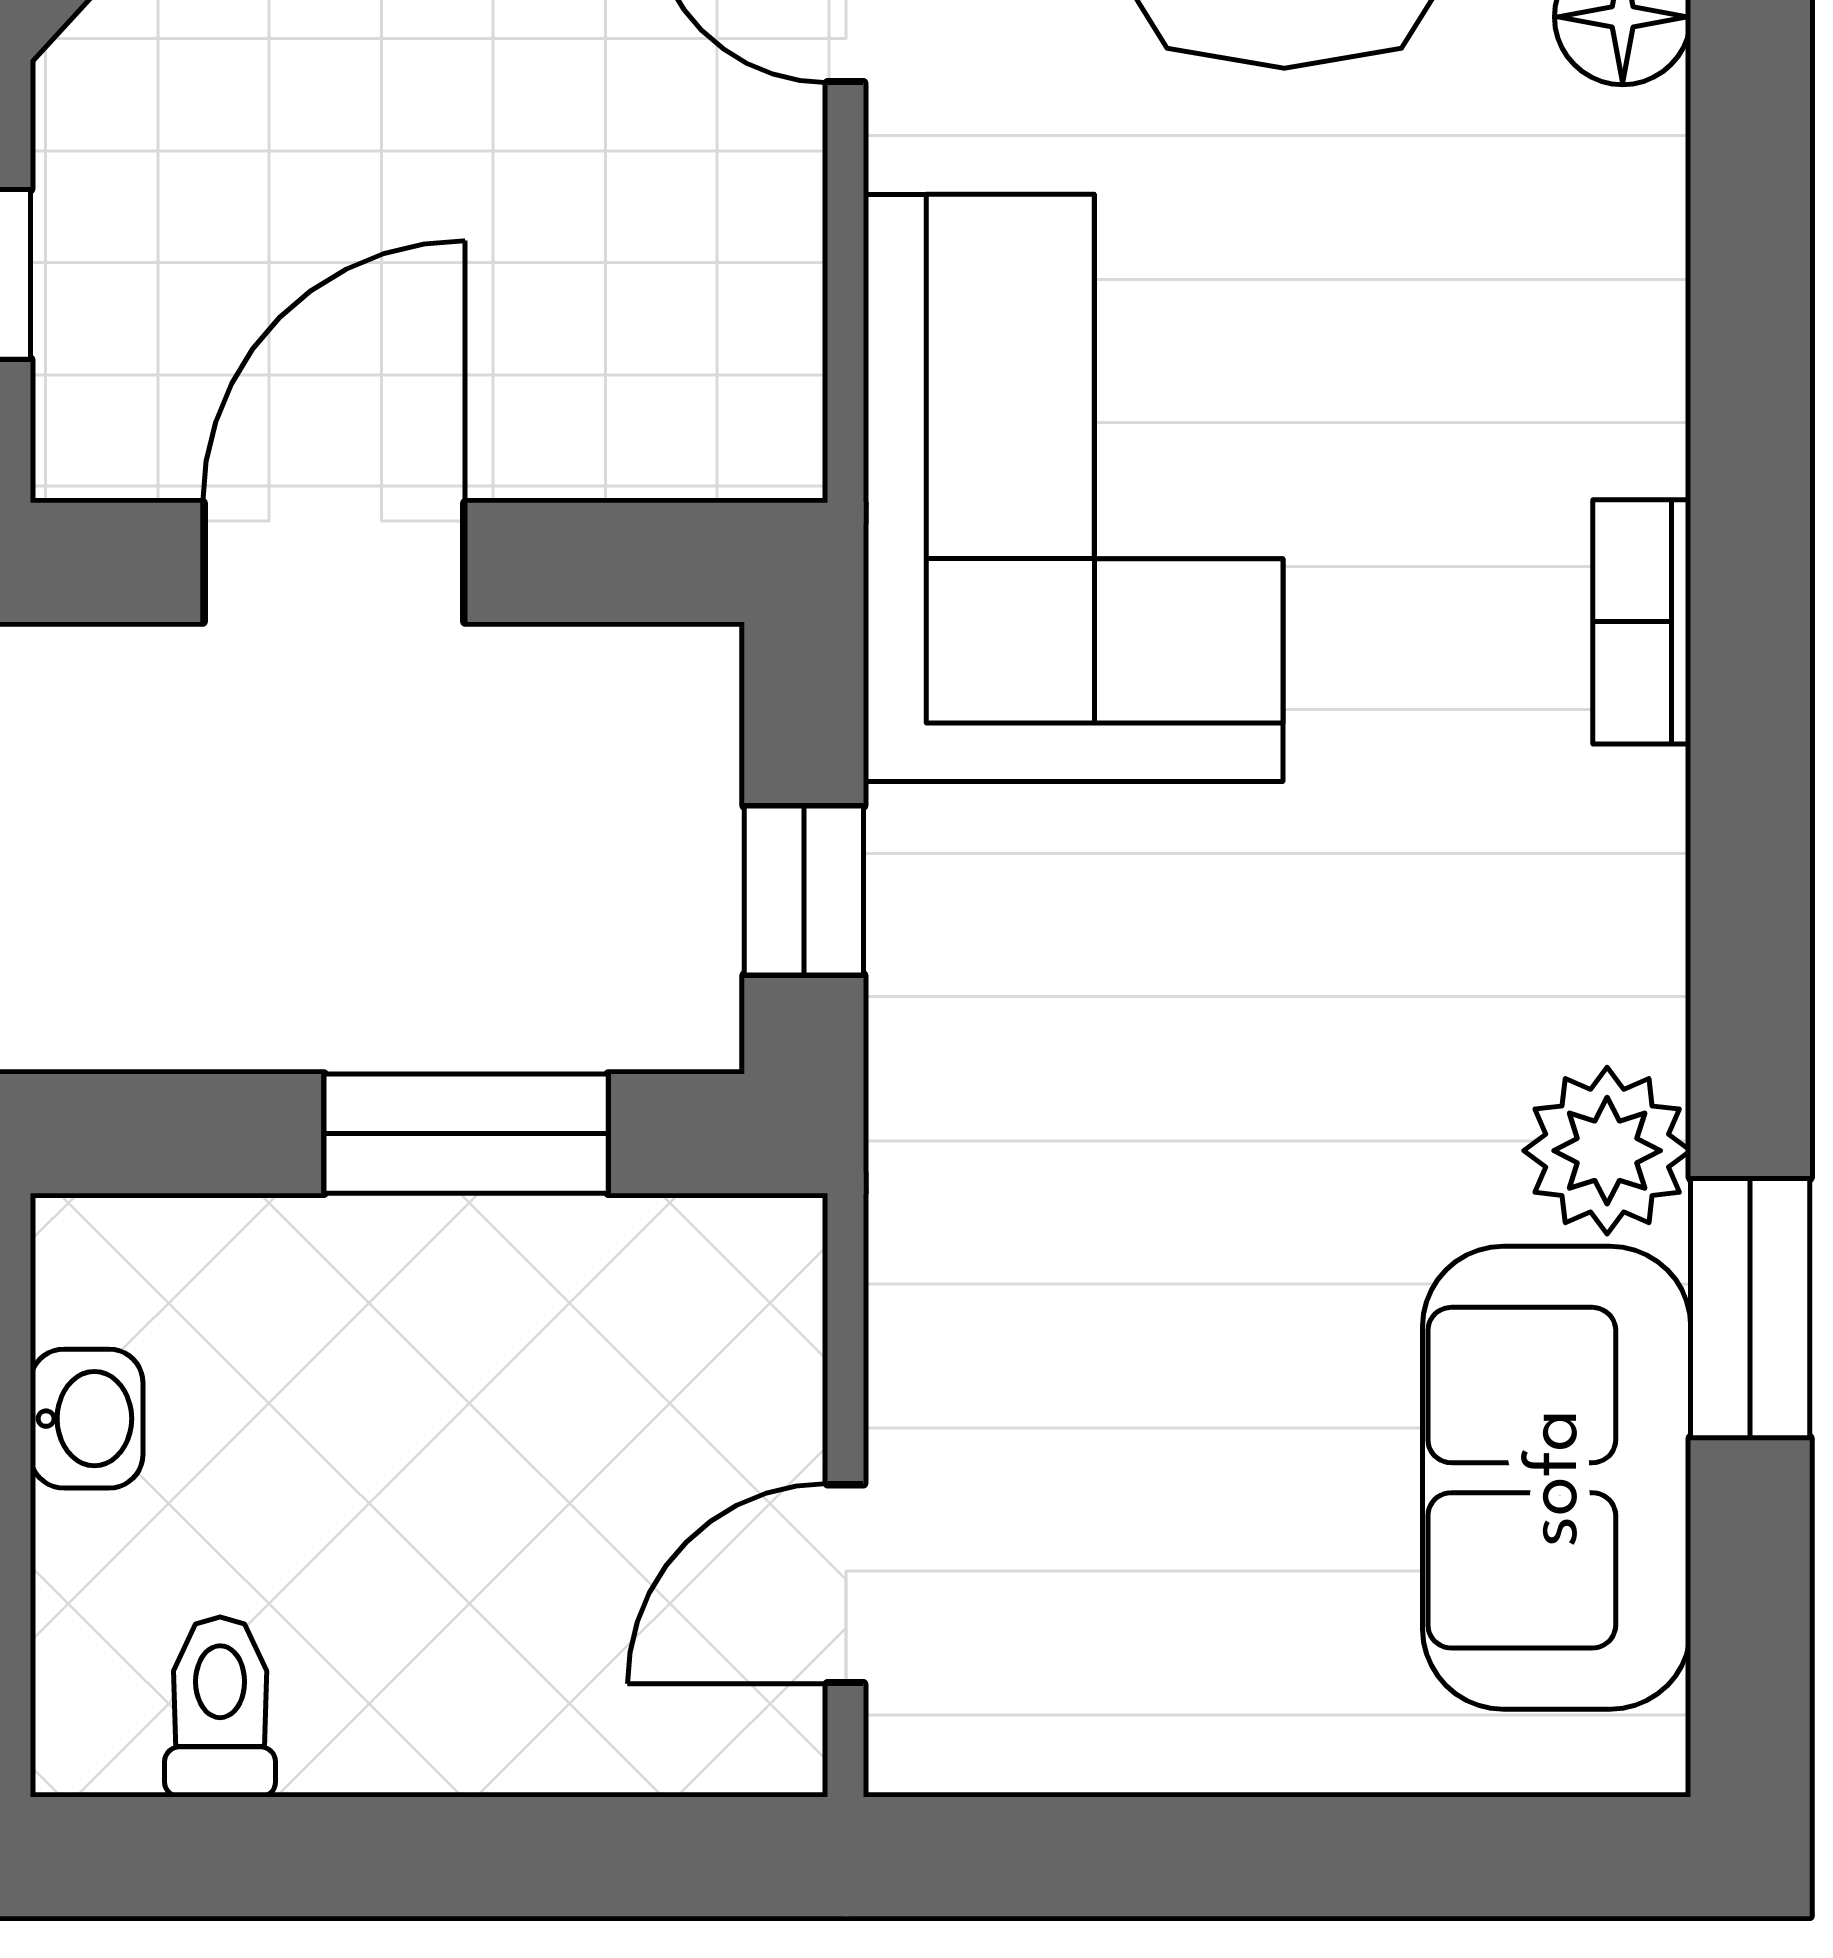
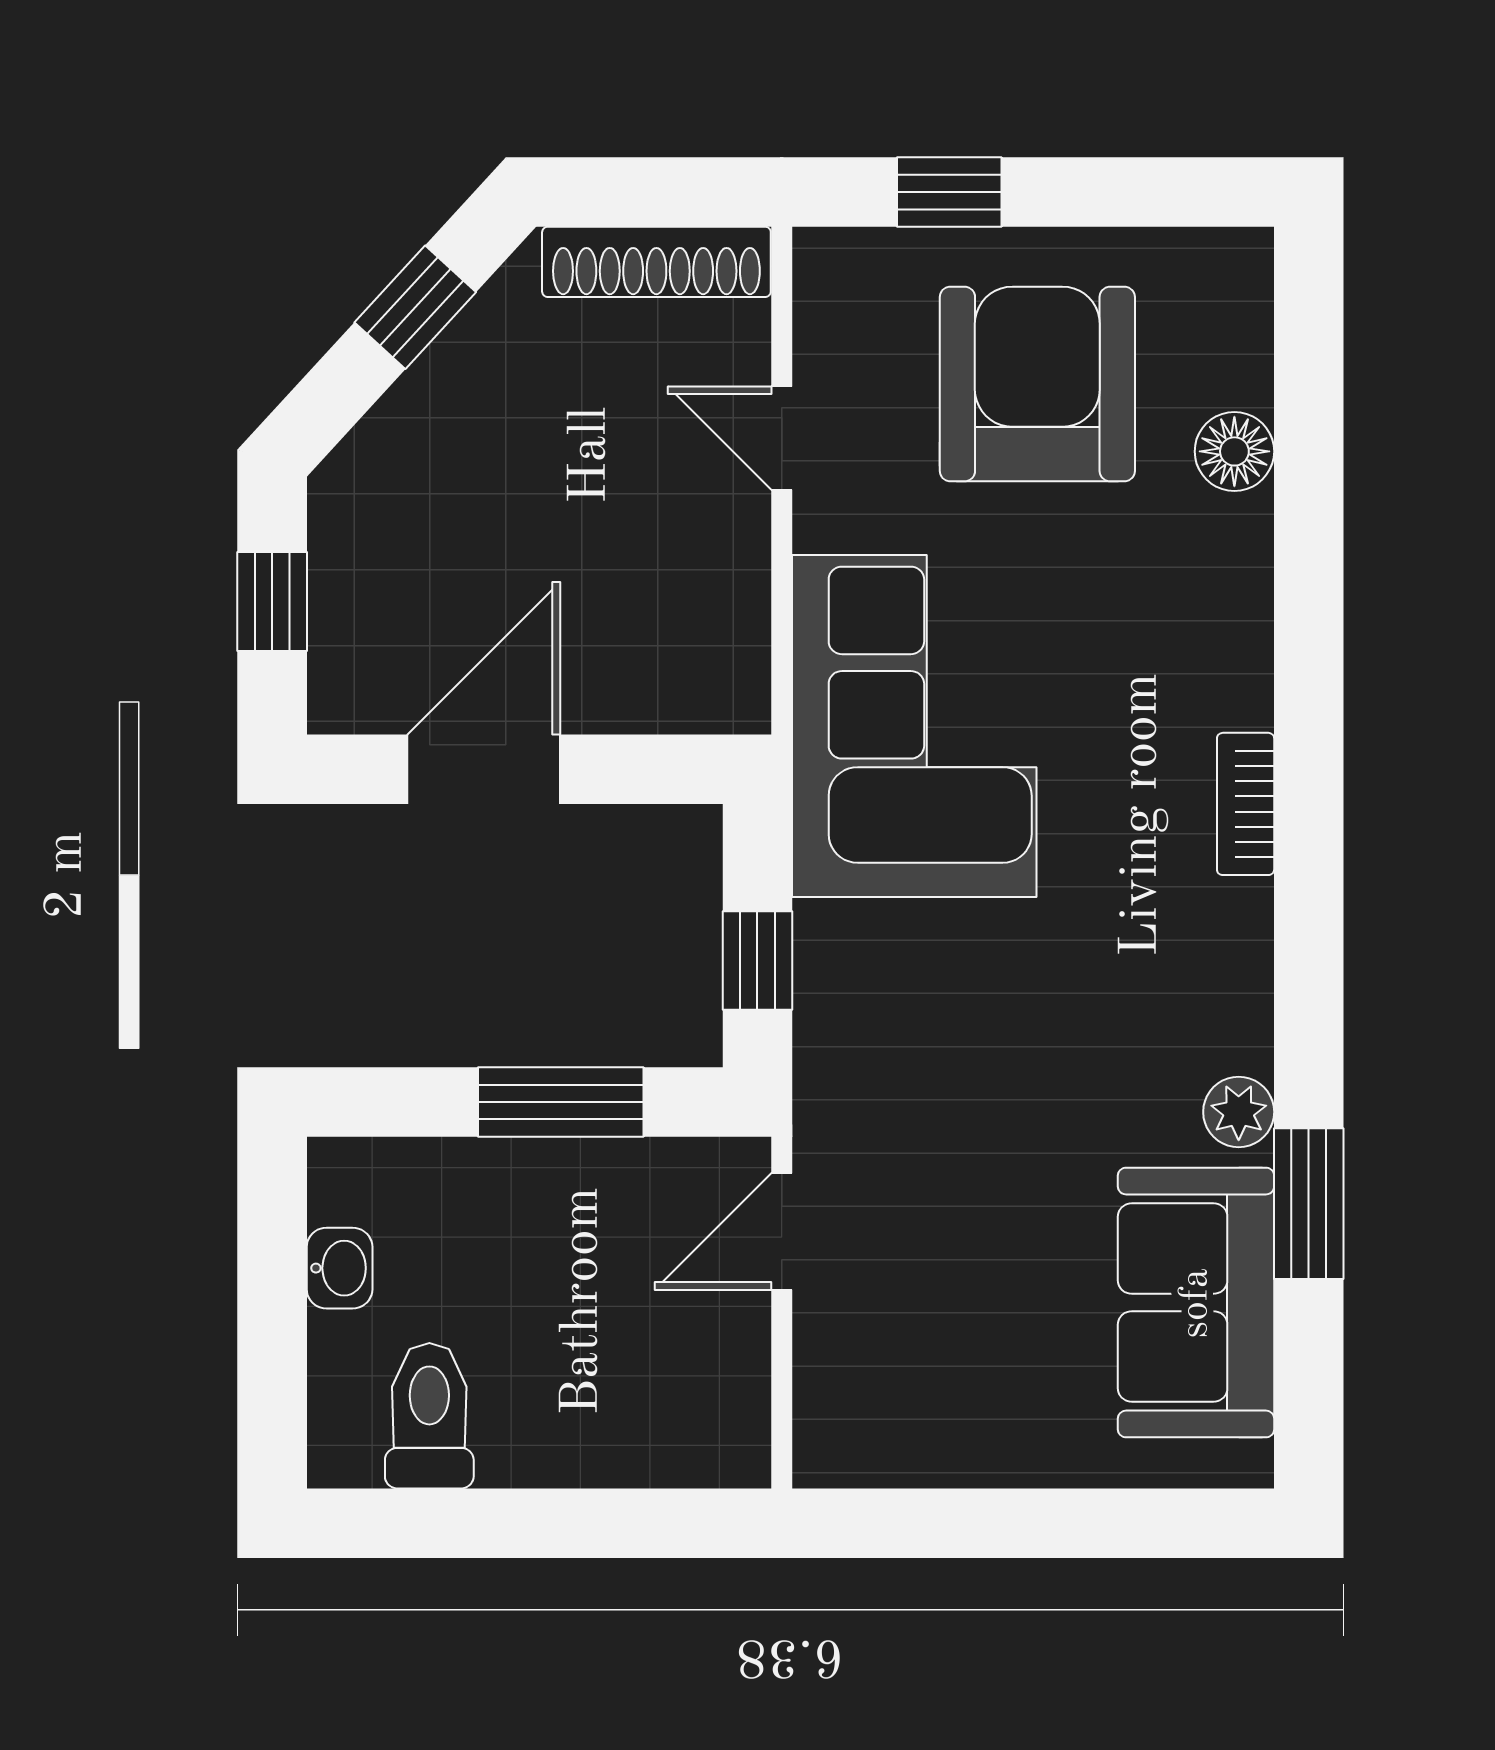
plant: (1607, 1151) -> (1239, 1112), width x0.73, depth x0.73
door: (846, 1584) -> (782, 1232), moved
toilet: (220, 1707) -> (429, 1416), width x1.37, depth x1.39

